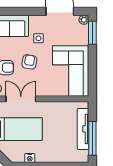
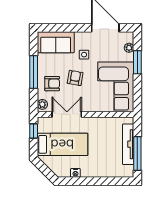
plant: (84, 20) -> (129, 48), moved
window: (92, 33) -> (137, 62), moved

